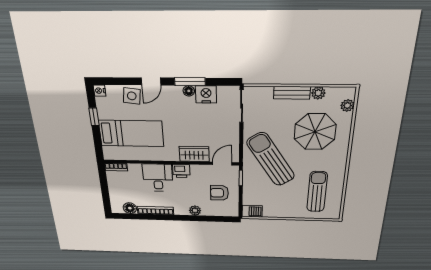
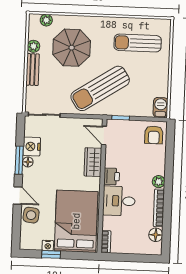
nightstand: (100, 91) -> (48, 245), moved
bed: (131, 133) -> (76, 221), width x1.50
armchair: (219, 193) -> (154, 135), moved
plant: (195, 210) -> (159, 182), moved

